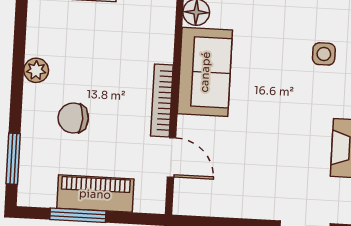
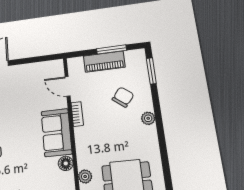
bookcase: (162, 100) -> (77, 114), width x0.64
chair: (73, 118) -> (123, 97), turned -52

